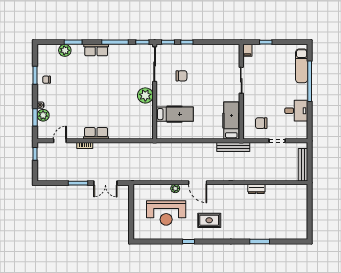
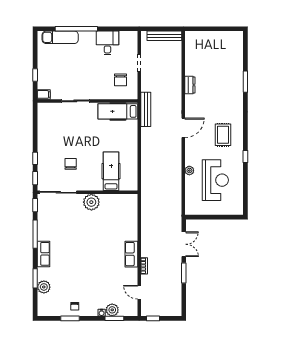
door: (198, 183) -> (183, 128), moved

